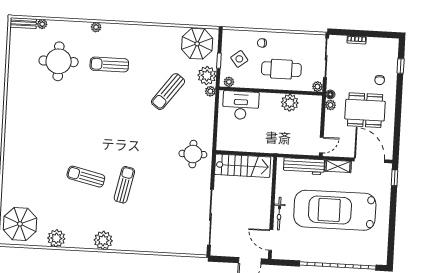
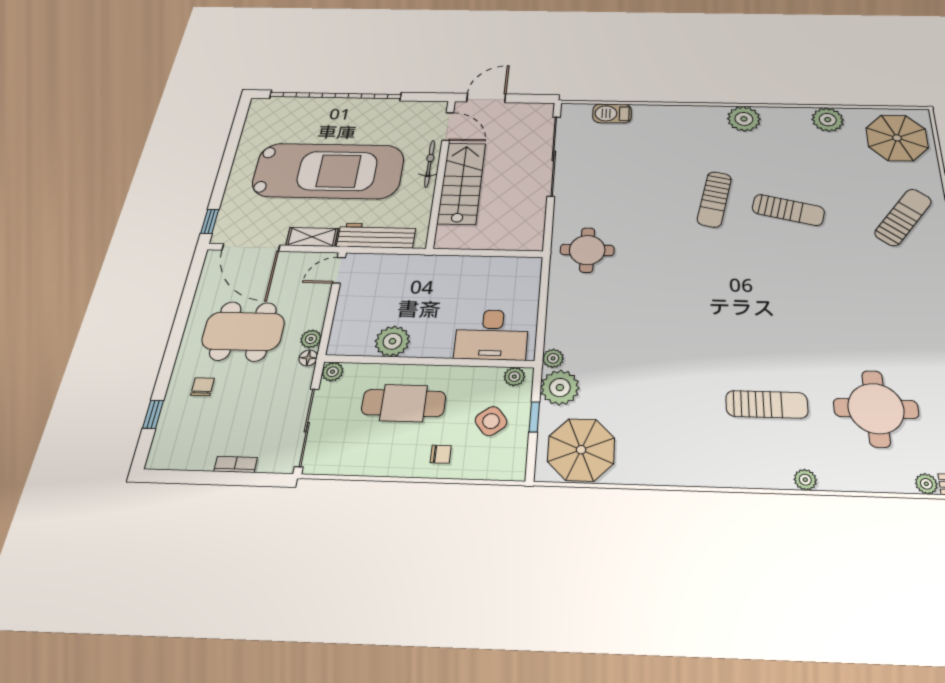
sun lounger: (168, 92) -> (903, 217), moved
stairs: (243, 166) -> (462, 183), moved, turned 90
barbecue: (177, 247) -> (612, 113), added

